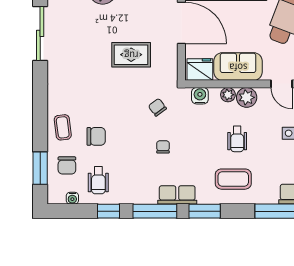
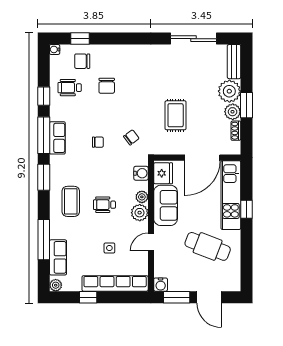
coffee table: (63, 127) -> (114, 58), removed
window: (40, 168) -> (80, 39), width x0.67
row of seats: (177, 195) -> (57, 138), moved
water cooler: (72, 198) -> (55, 49), moved

